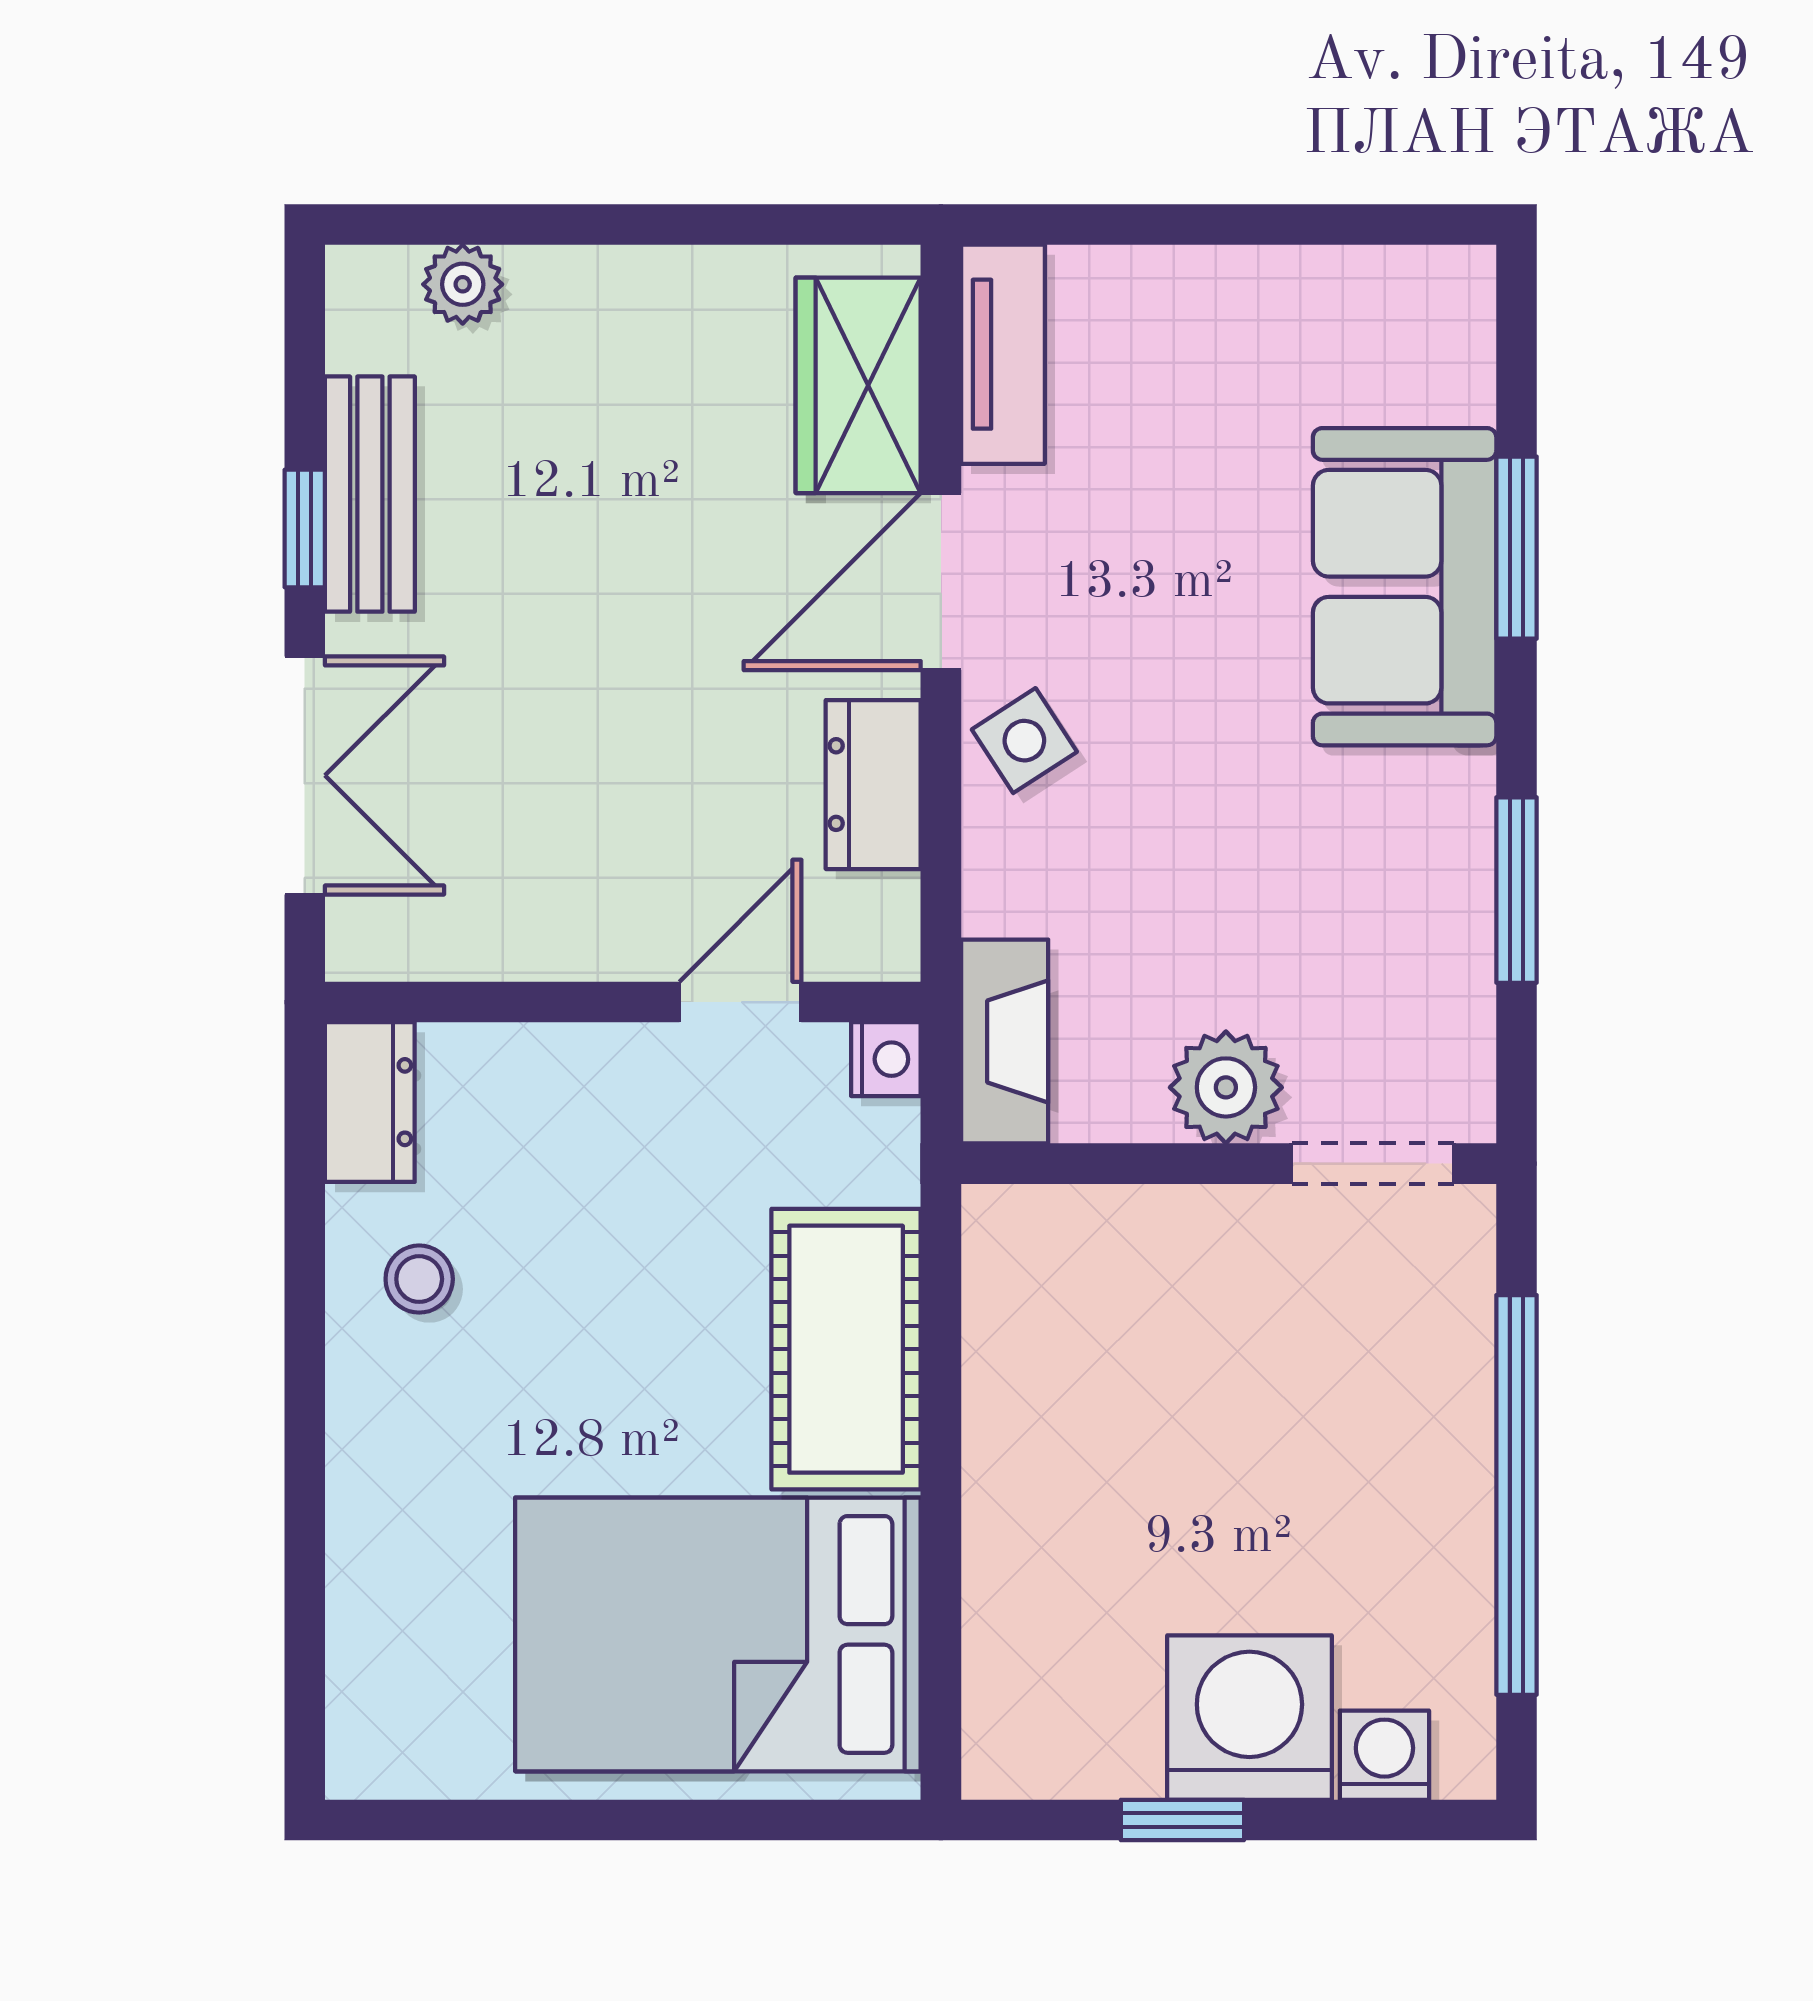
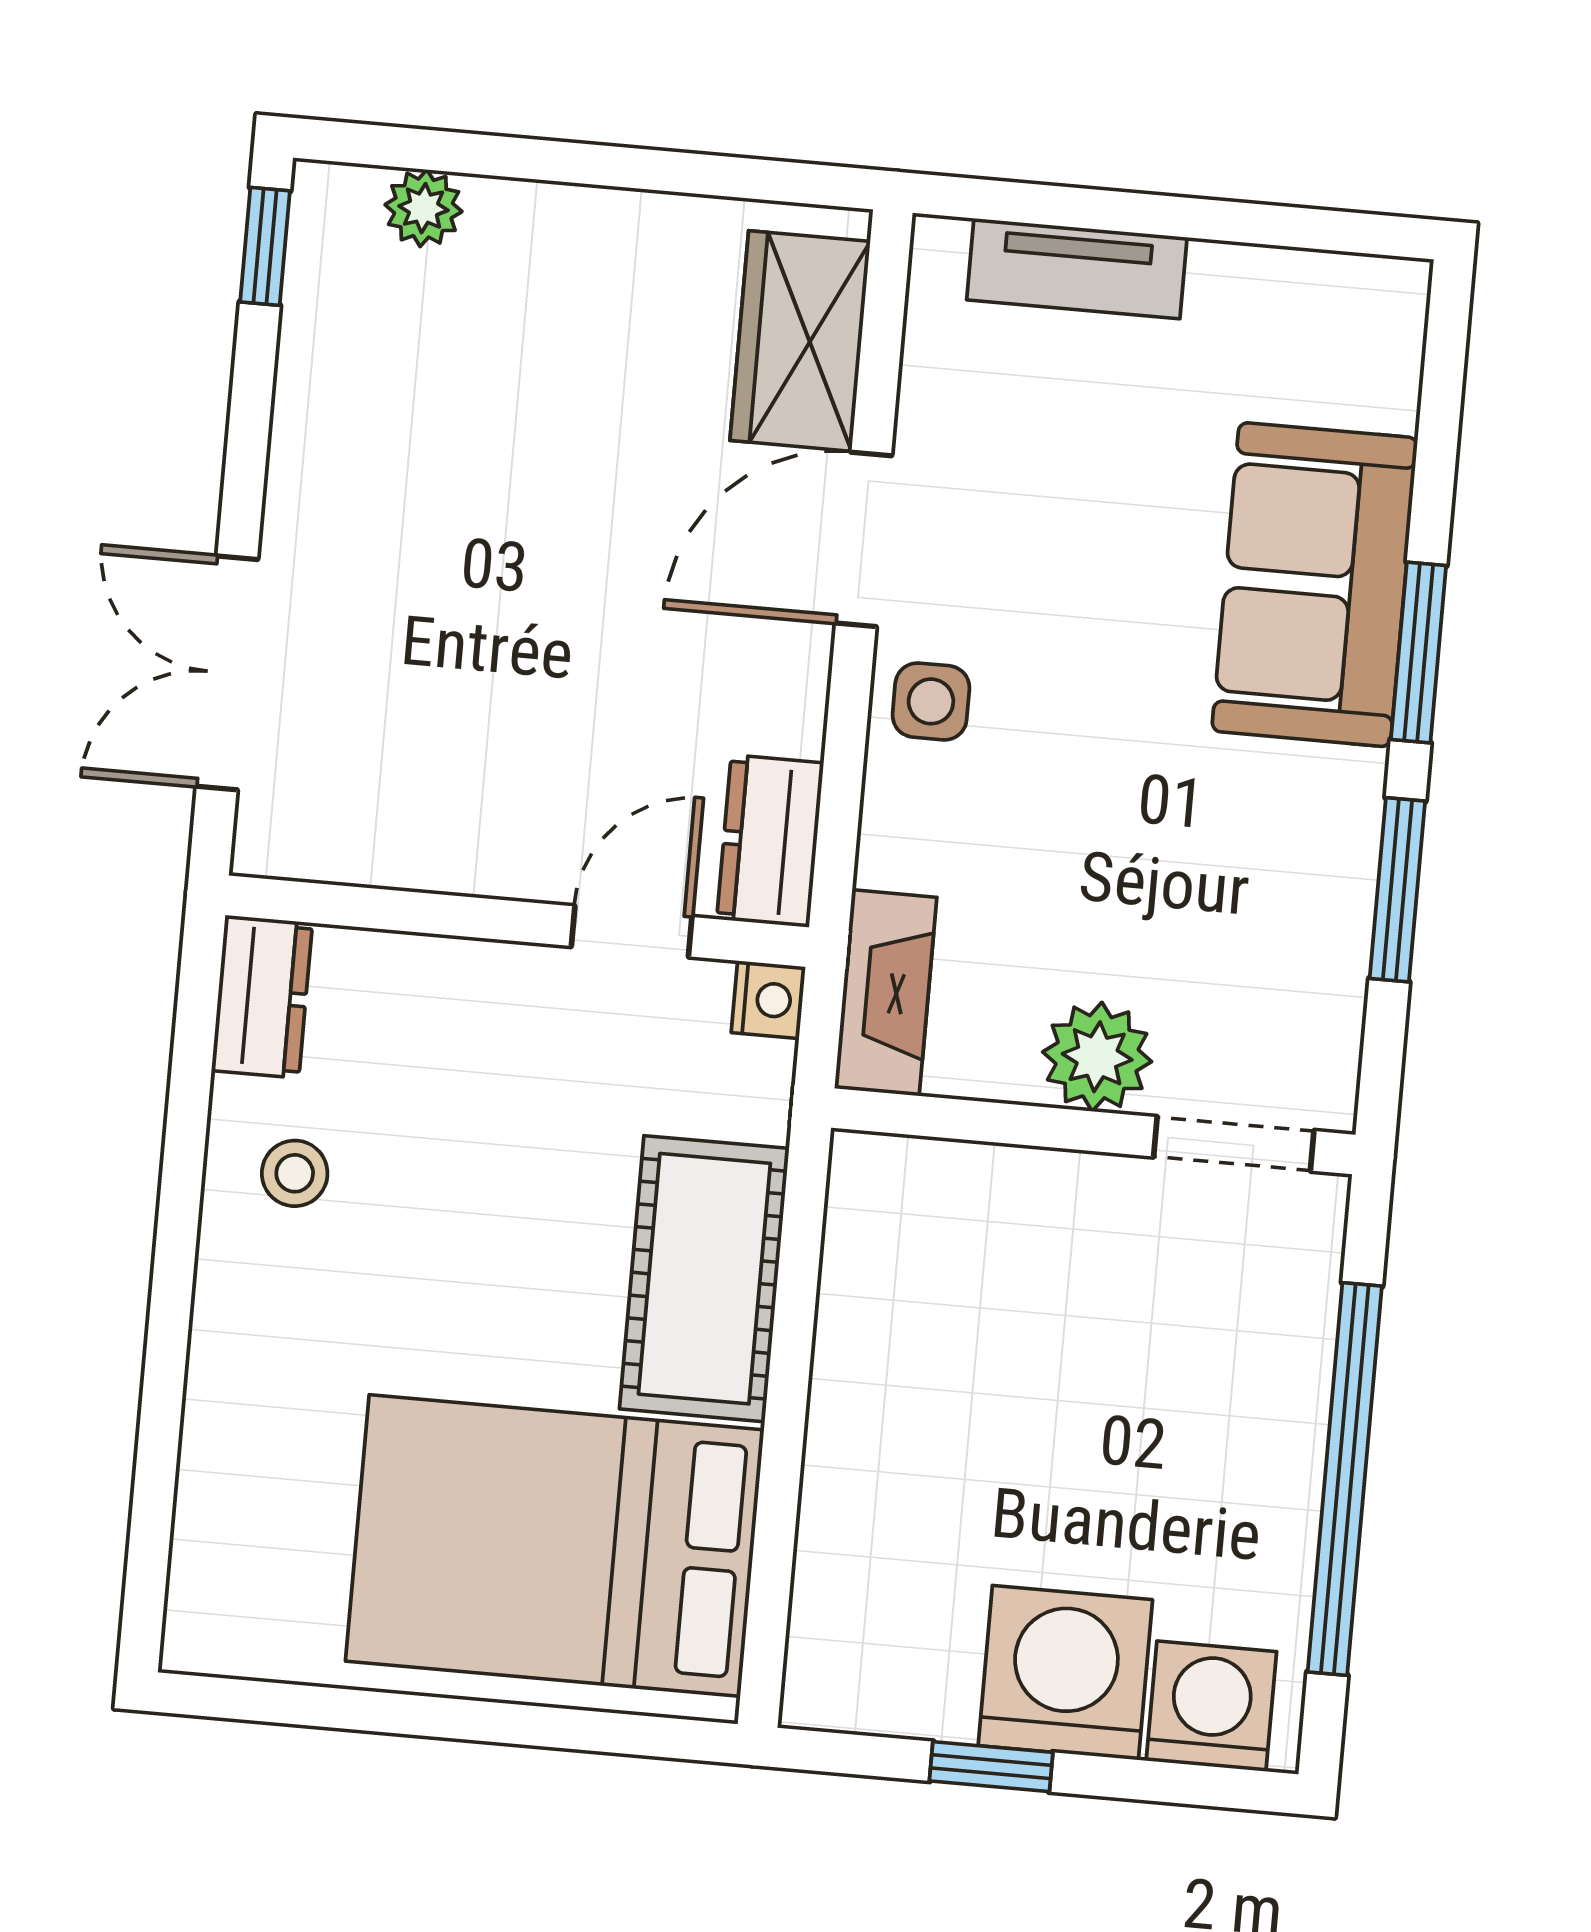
tv unit: (1003, 354) -> (1077, 269), moved, turned 90
bench: (370, 494) -> (315, 404), removed
window: (305, 528) -> (265, 246), moved
window: (1517, 548) -> (1419, 652), moved
side table: (1024, 741) -> (931, 701), turned 33
double door: (305, 775) -> (227, 673), swing flipped
dresser: (873, 785) -> (770, 841), moved
washing machine: (1384, 1755) -> (1211, 1706), width x1.38, depth x1.38

